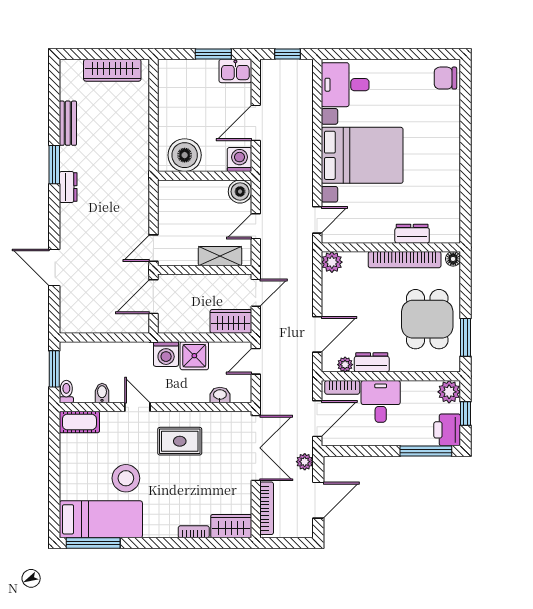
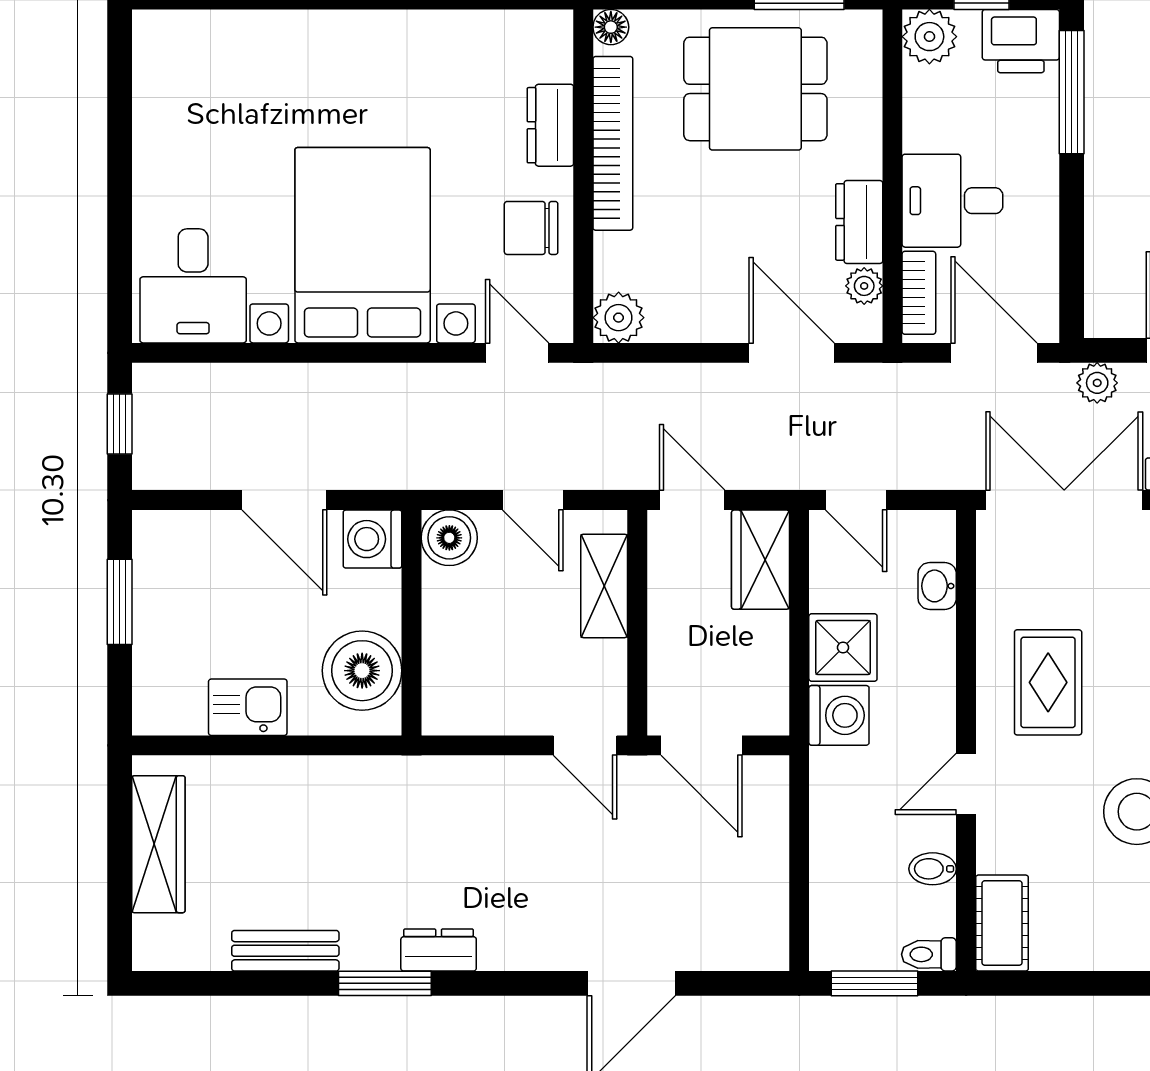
kitchen sink: (235, 71) -> (248, 707), moved, turned -90
chair: (445, 78) -> (531, 228), moved, turned 90

